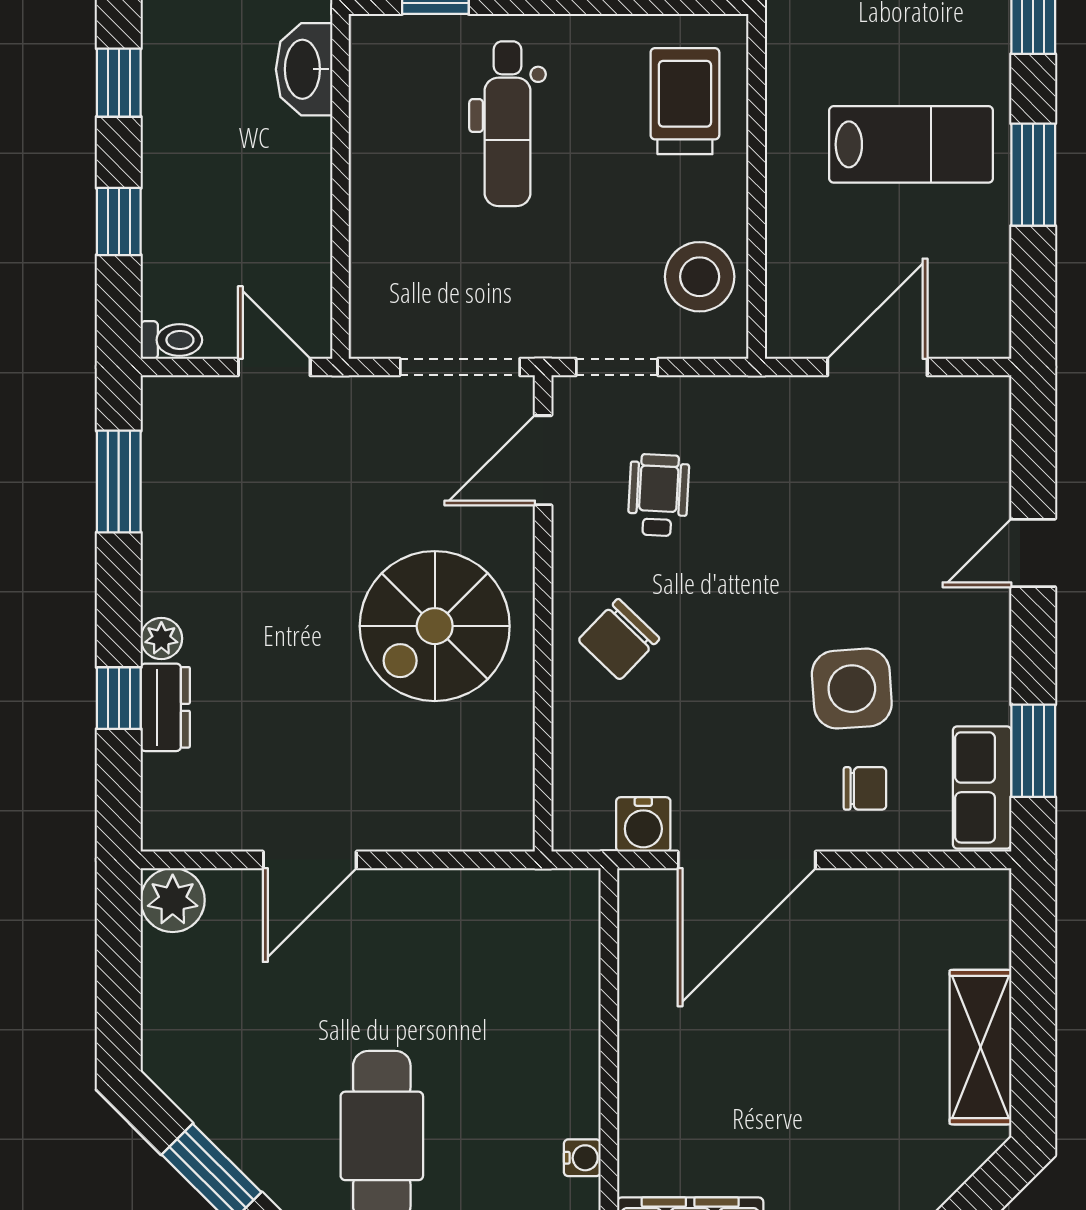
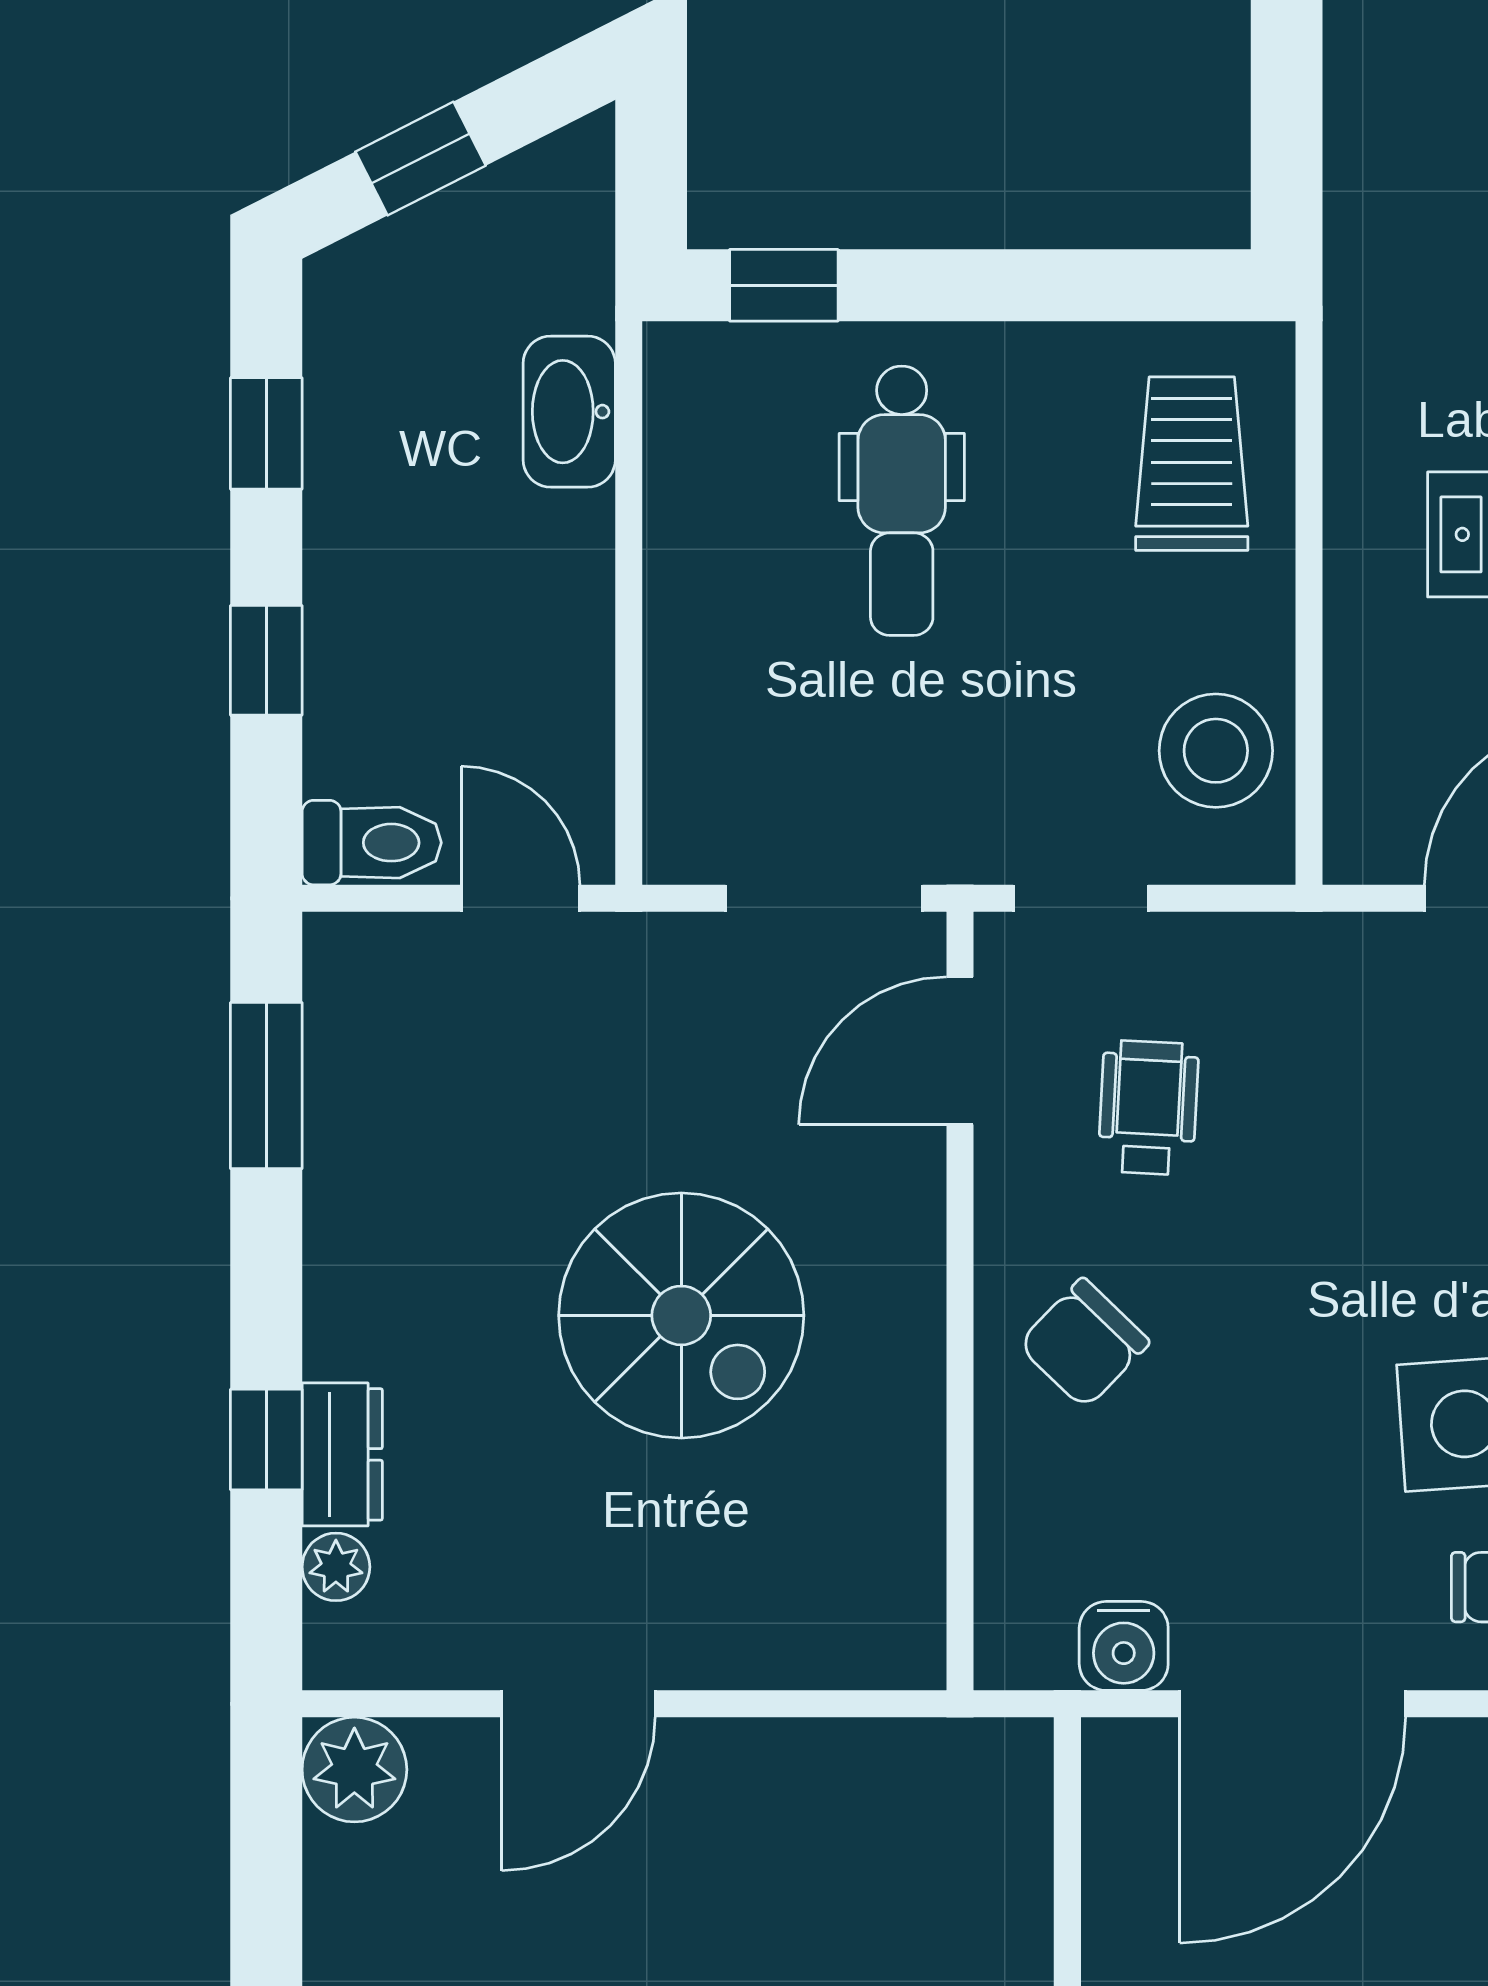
toilet: (171, 340) -> (372, 843), width x1.37, depth x1.39
spiral stairs: (435, 626) -> (681, 1315), moved, turned -90
plant: (161, 638) -> (336, 1567), moved

